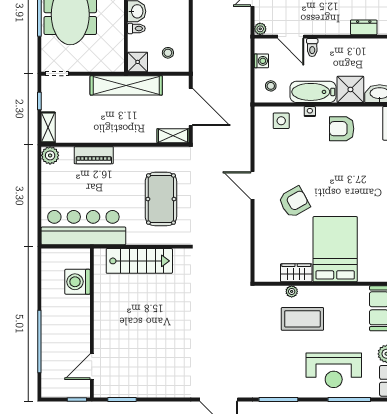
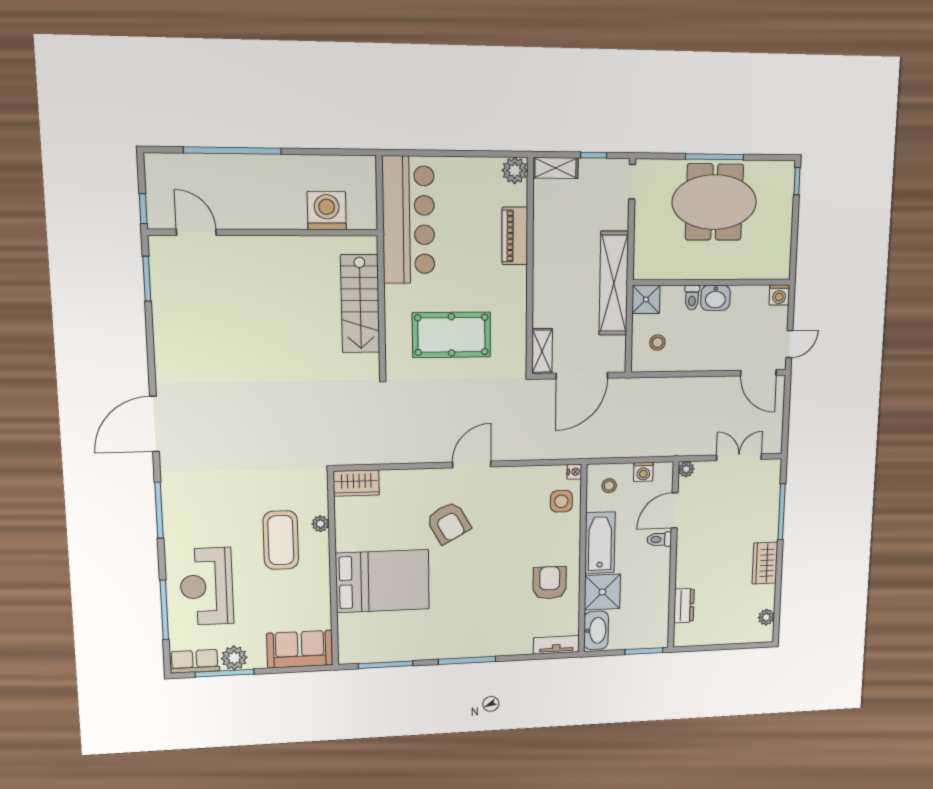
nightstand: (310, 112) -> (574, 472), moved
wardrobe: (296, 273) -> (356, 483), moved, turned 90

